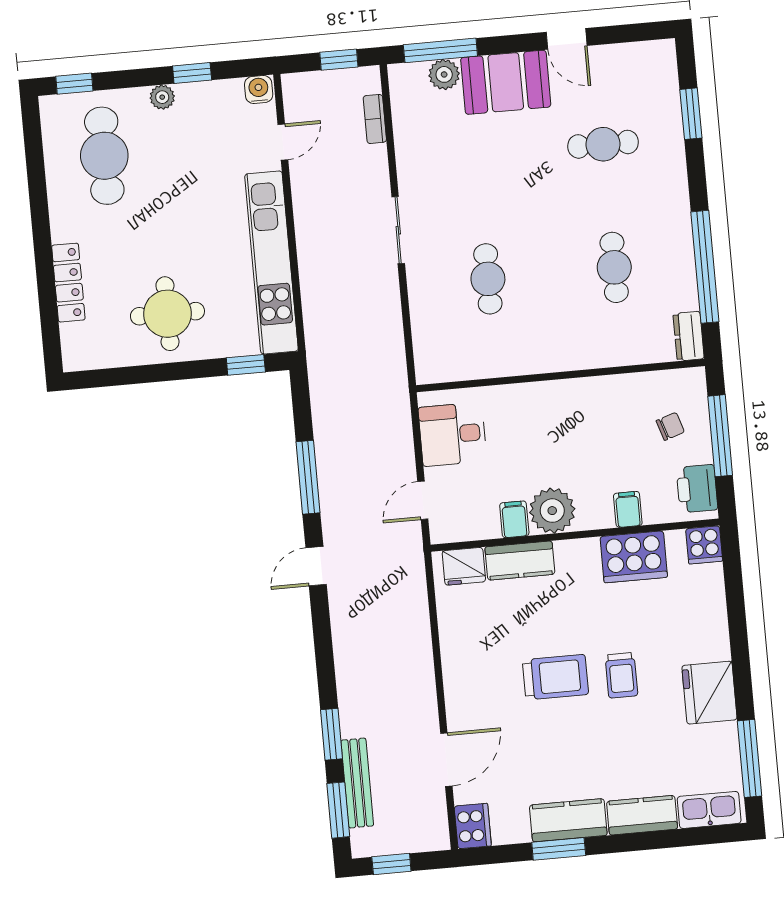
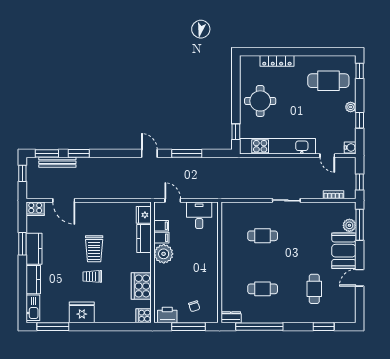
filing cabinet: (628, 509) -> (161, 226), moved

